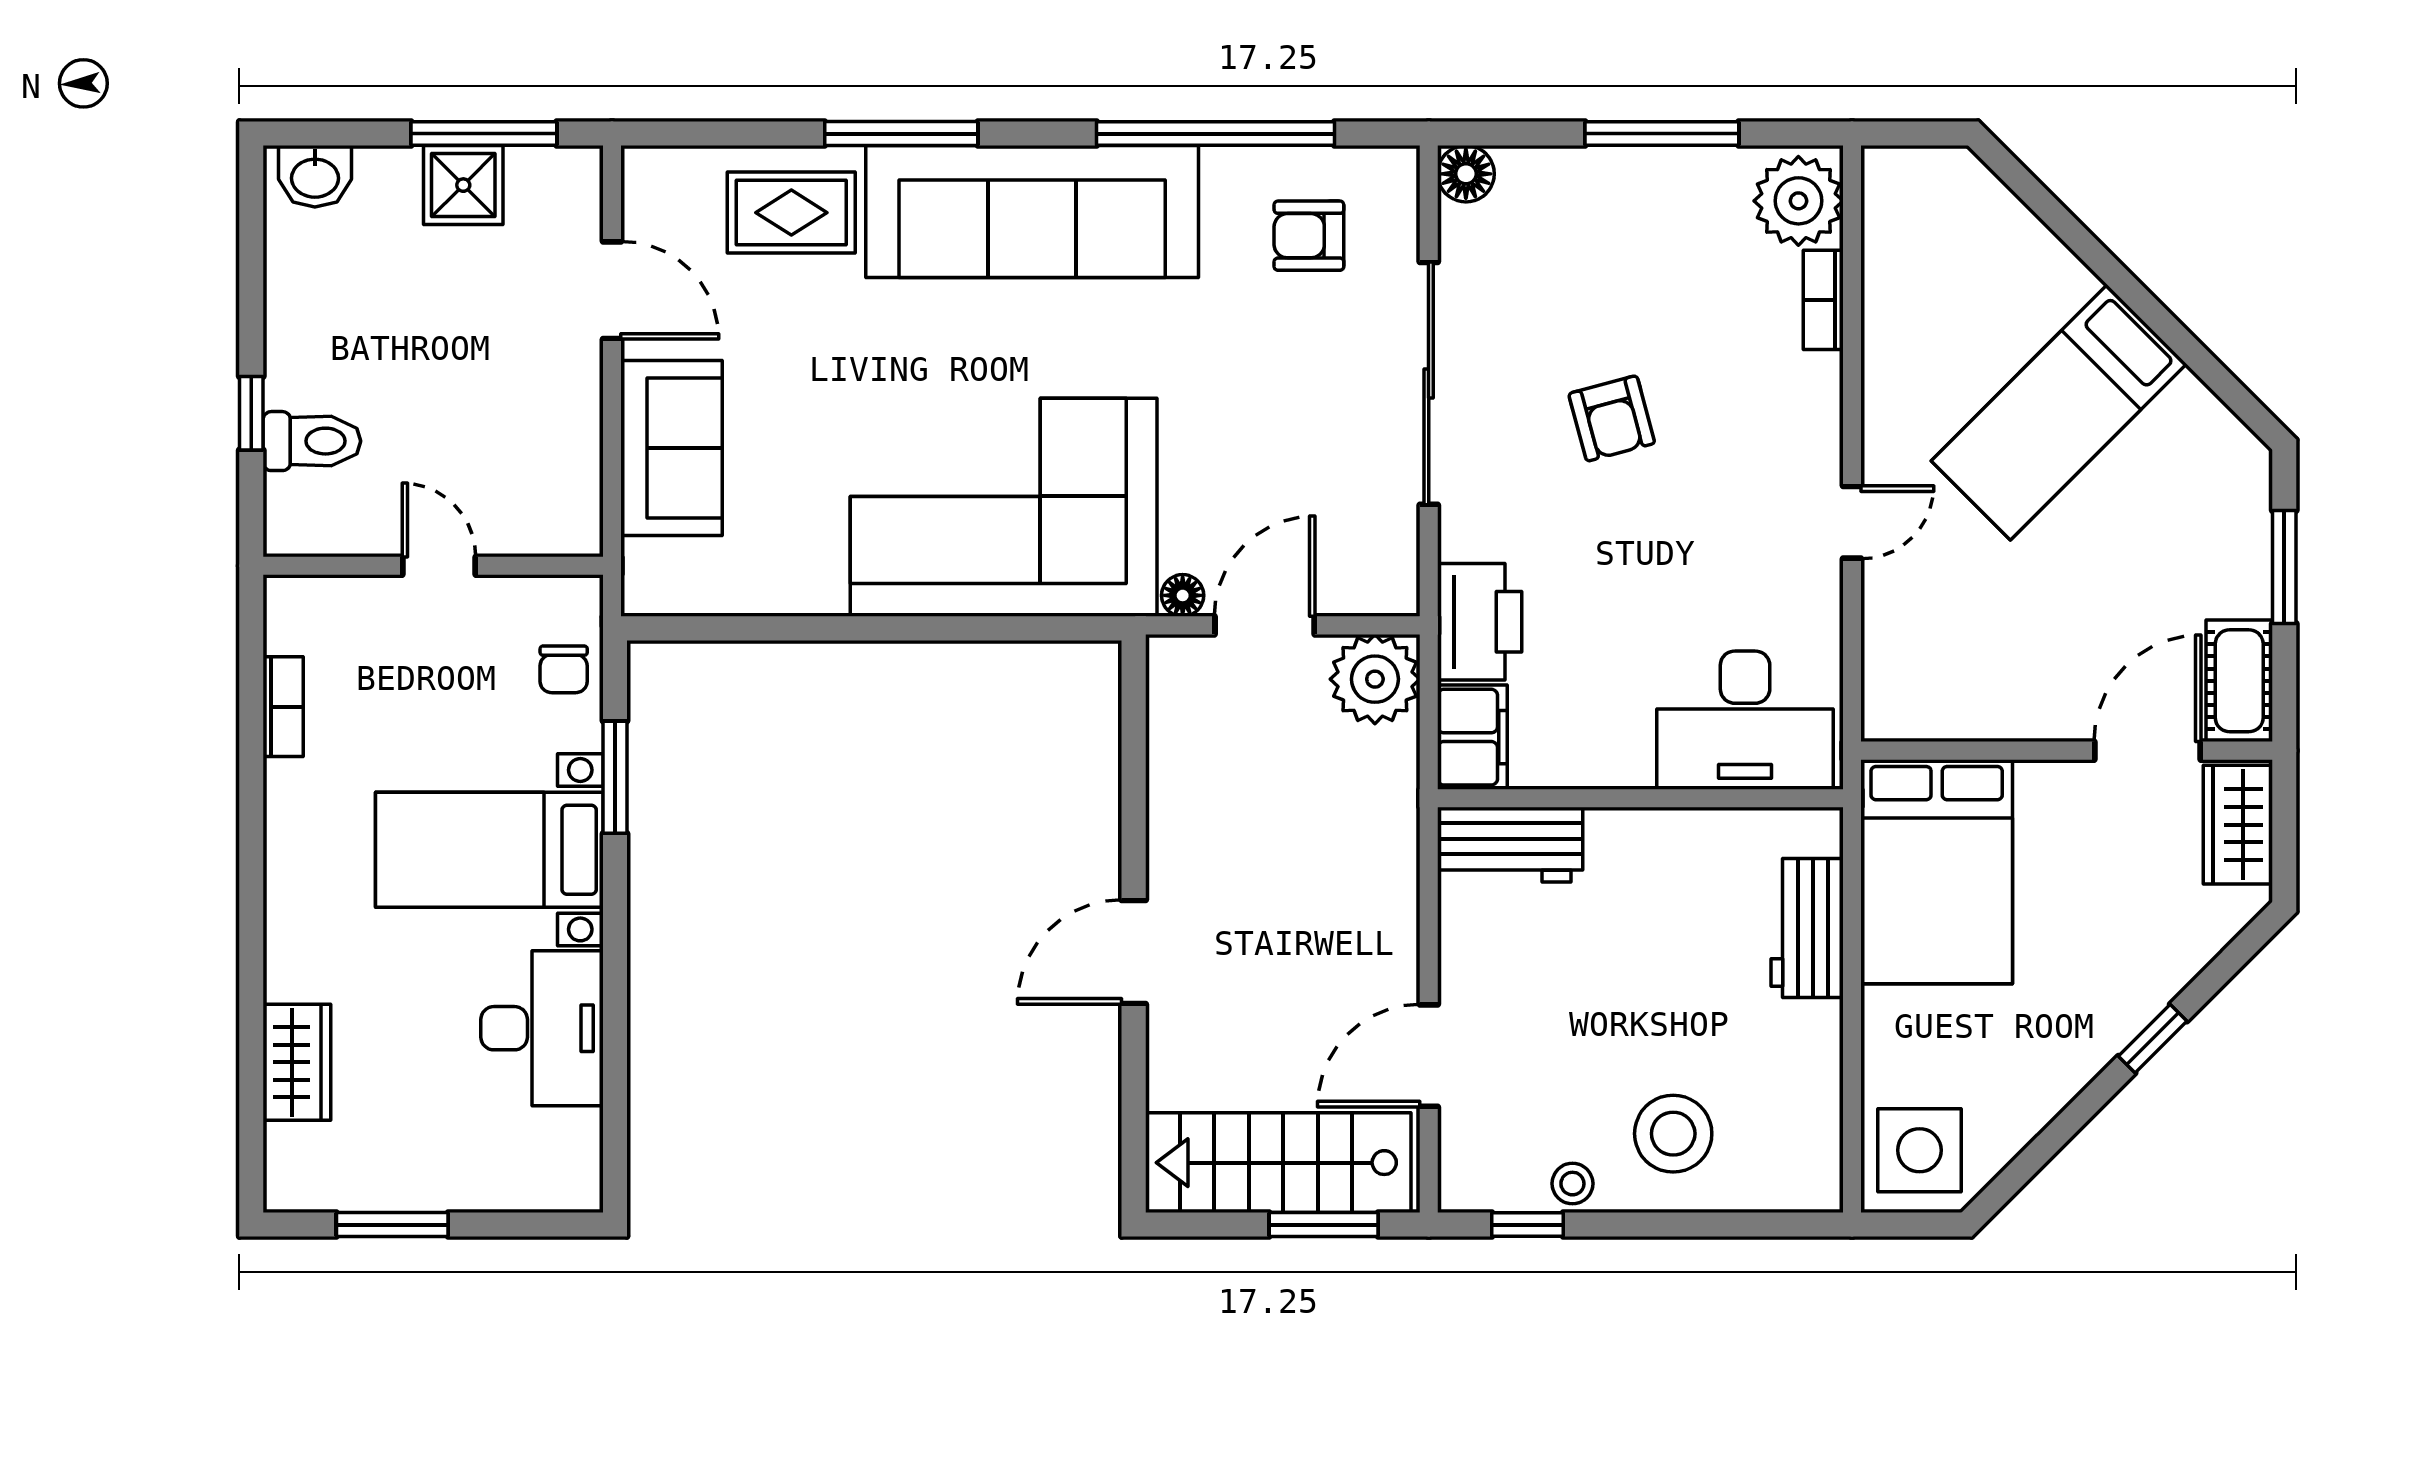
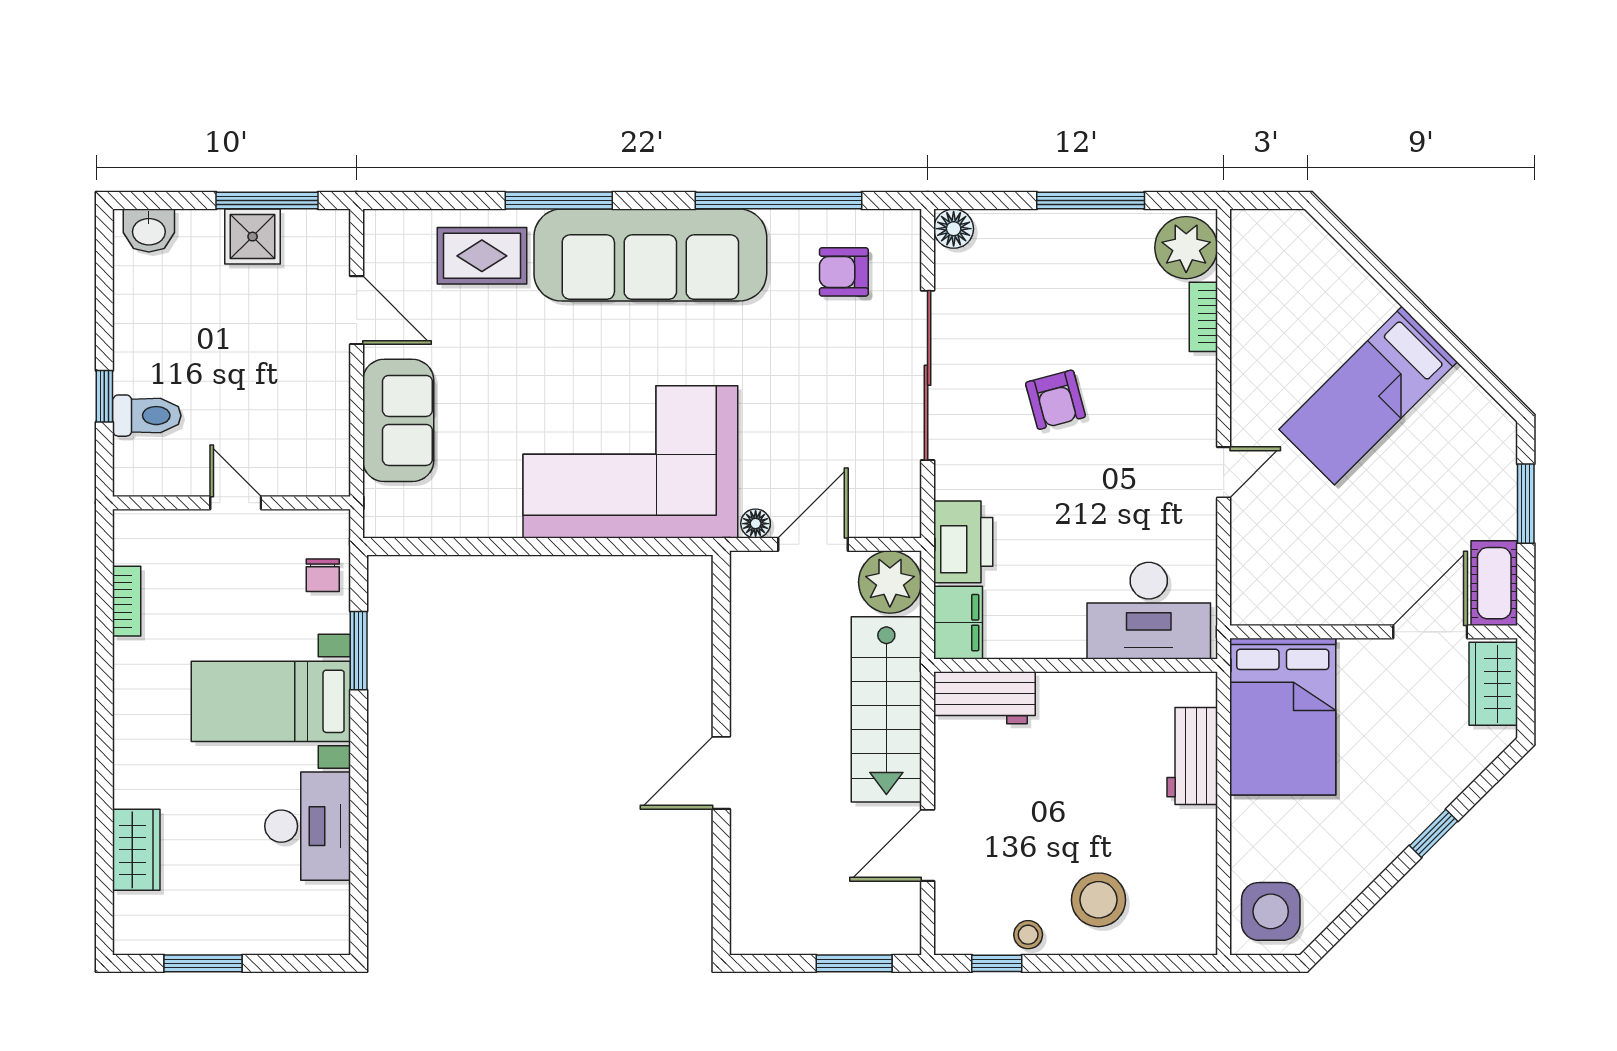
stairs: (1278, 1163) -> (886, 709), moved, turned -90

